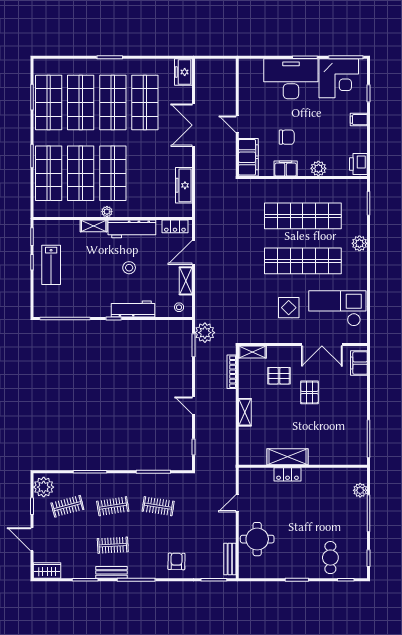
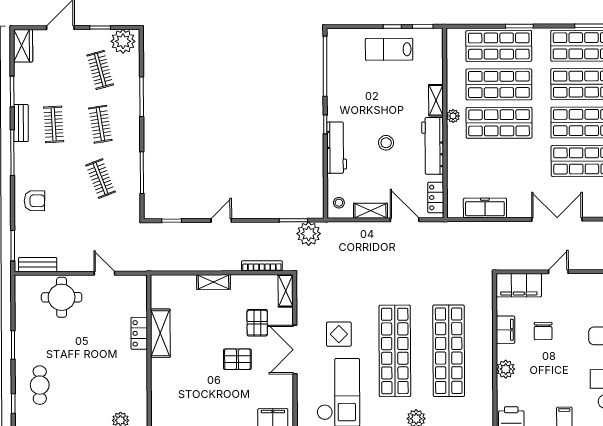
double door: (322, 344) -> (295, 350), moved
clothes rail: (158, 506) -> (101, 178), turned -30
cafe table: (330, 558) -> (40, 385), turned 90

